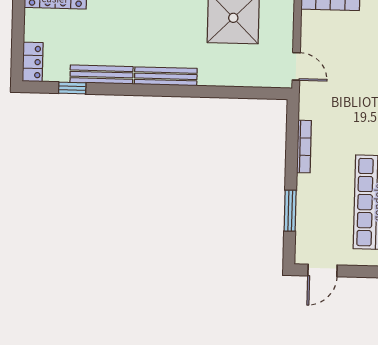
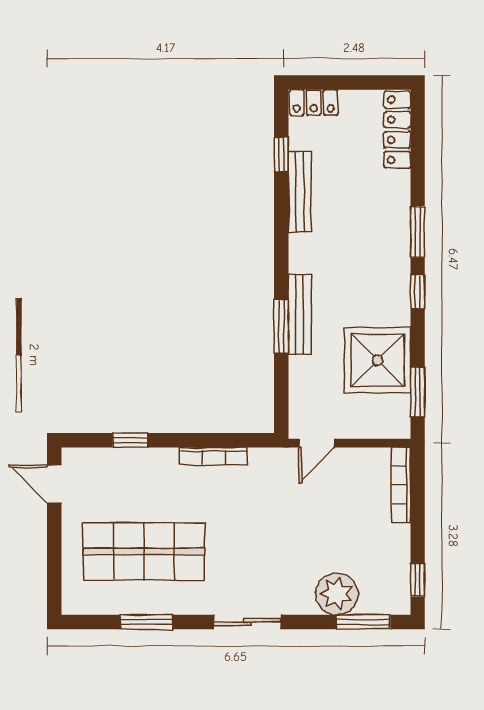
bench: (166, 76) -> (300, 314), moved
window: (205, 92) -> (281, 326), added
window: (290, 211) -> (130, 440), width x0.67

